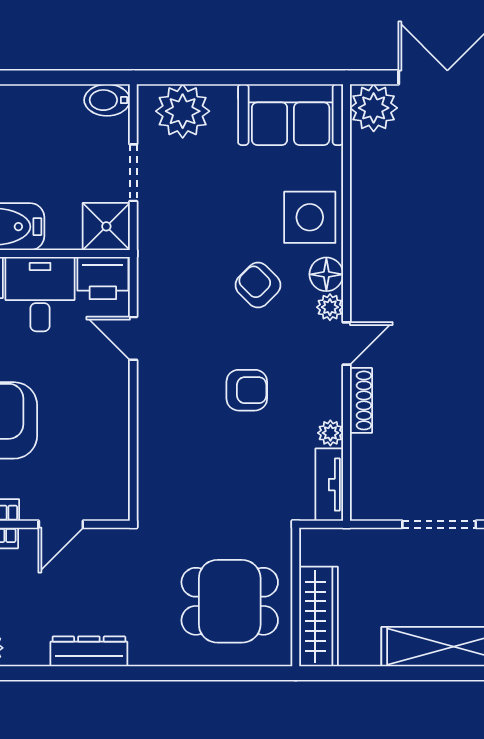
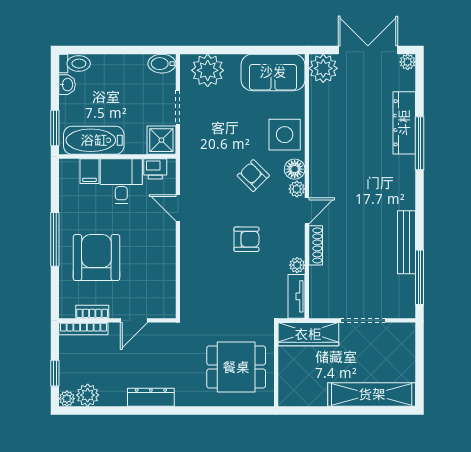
printer: (103, 278) -> (155, 169), width x0.73, depth x0.81
wardrobe: (318, 616) -> (308, 334), moved, turned 90

